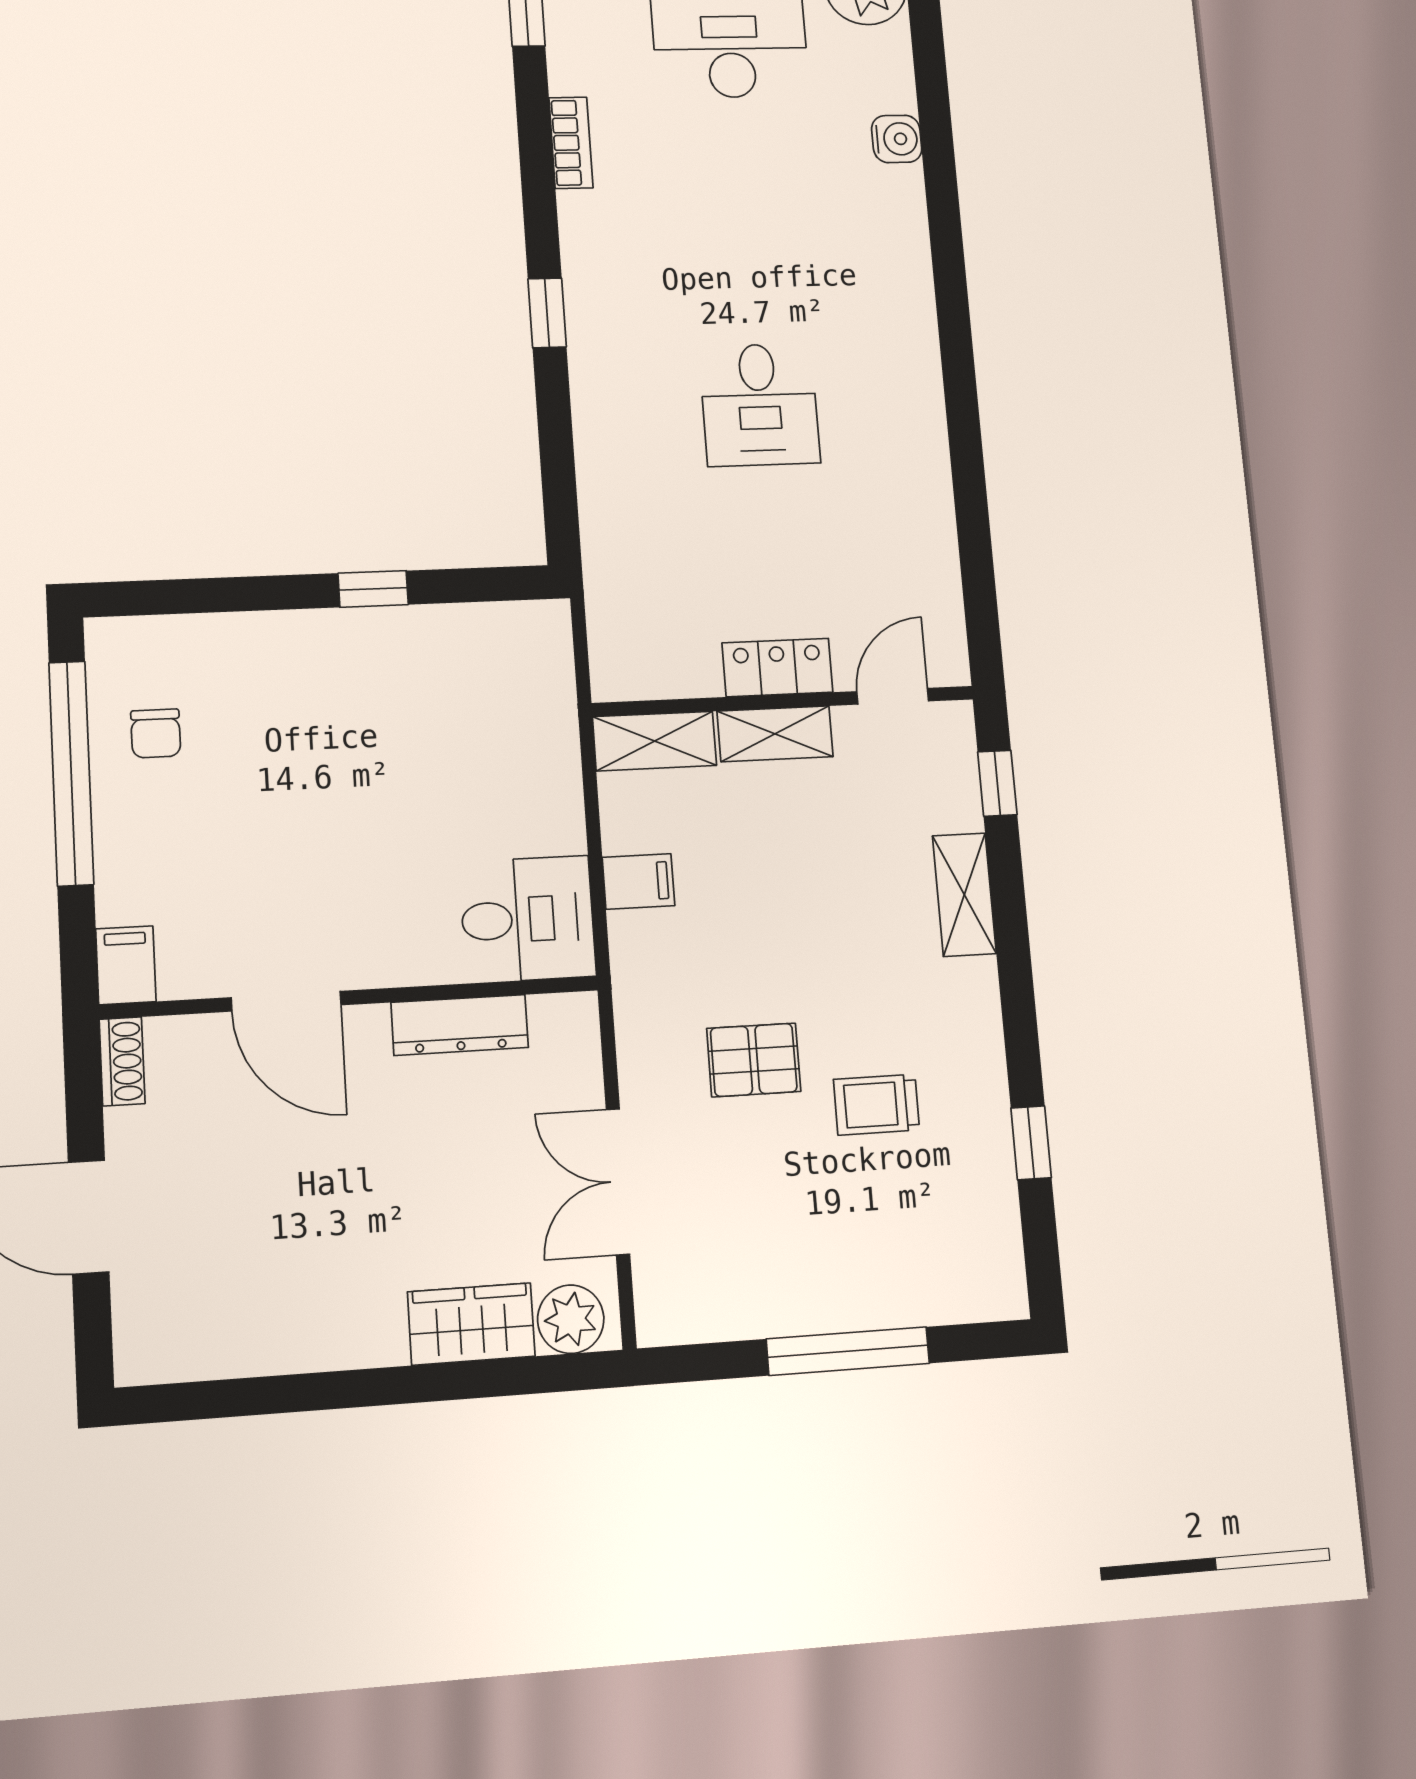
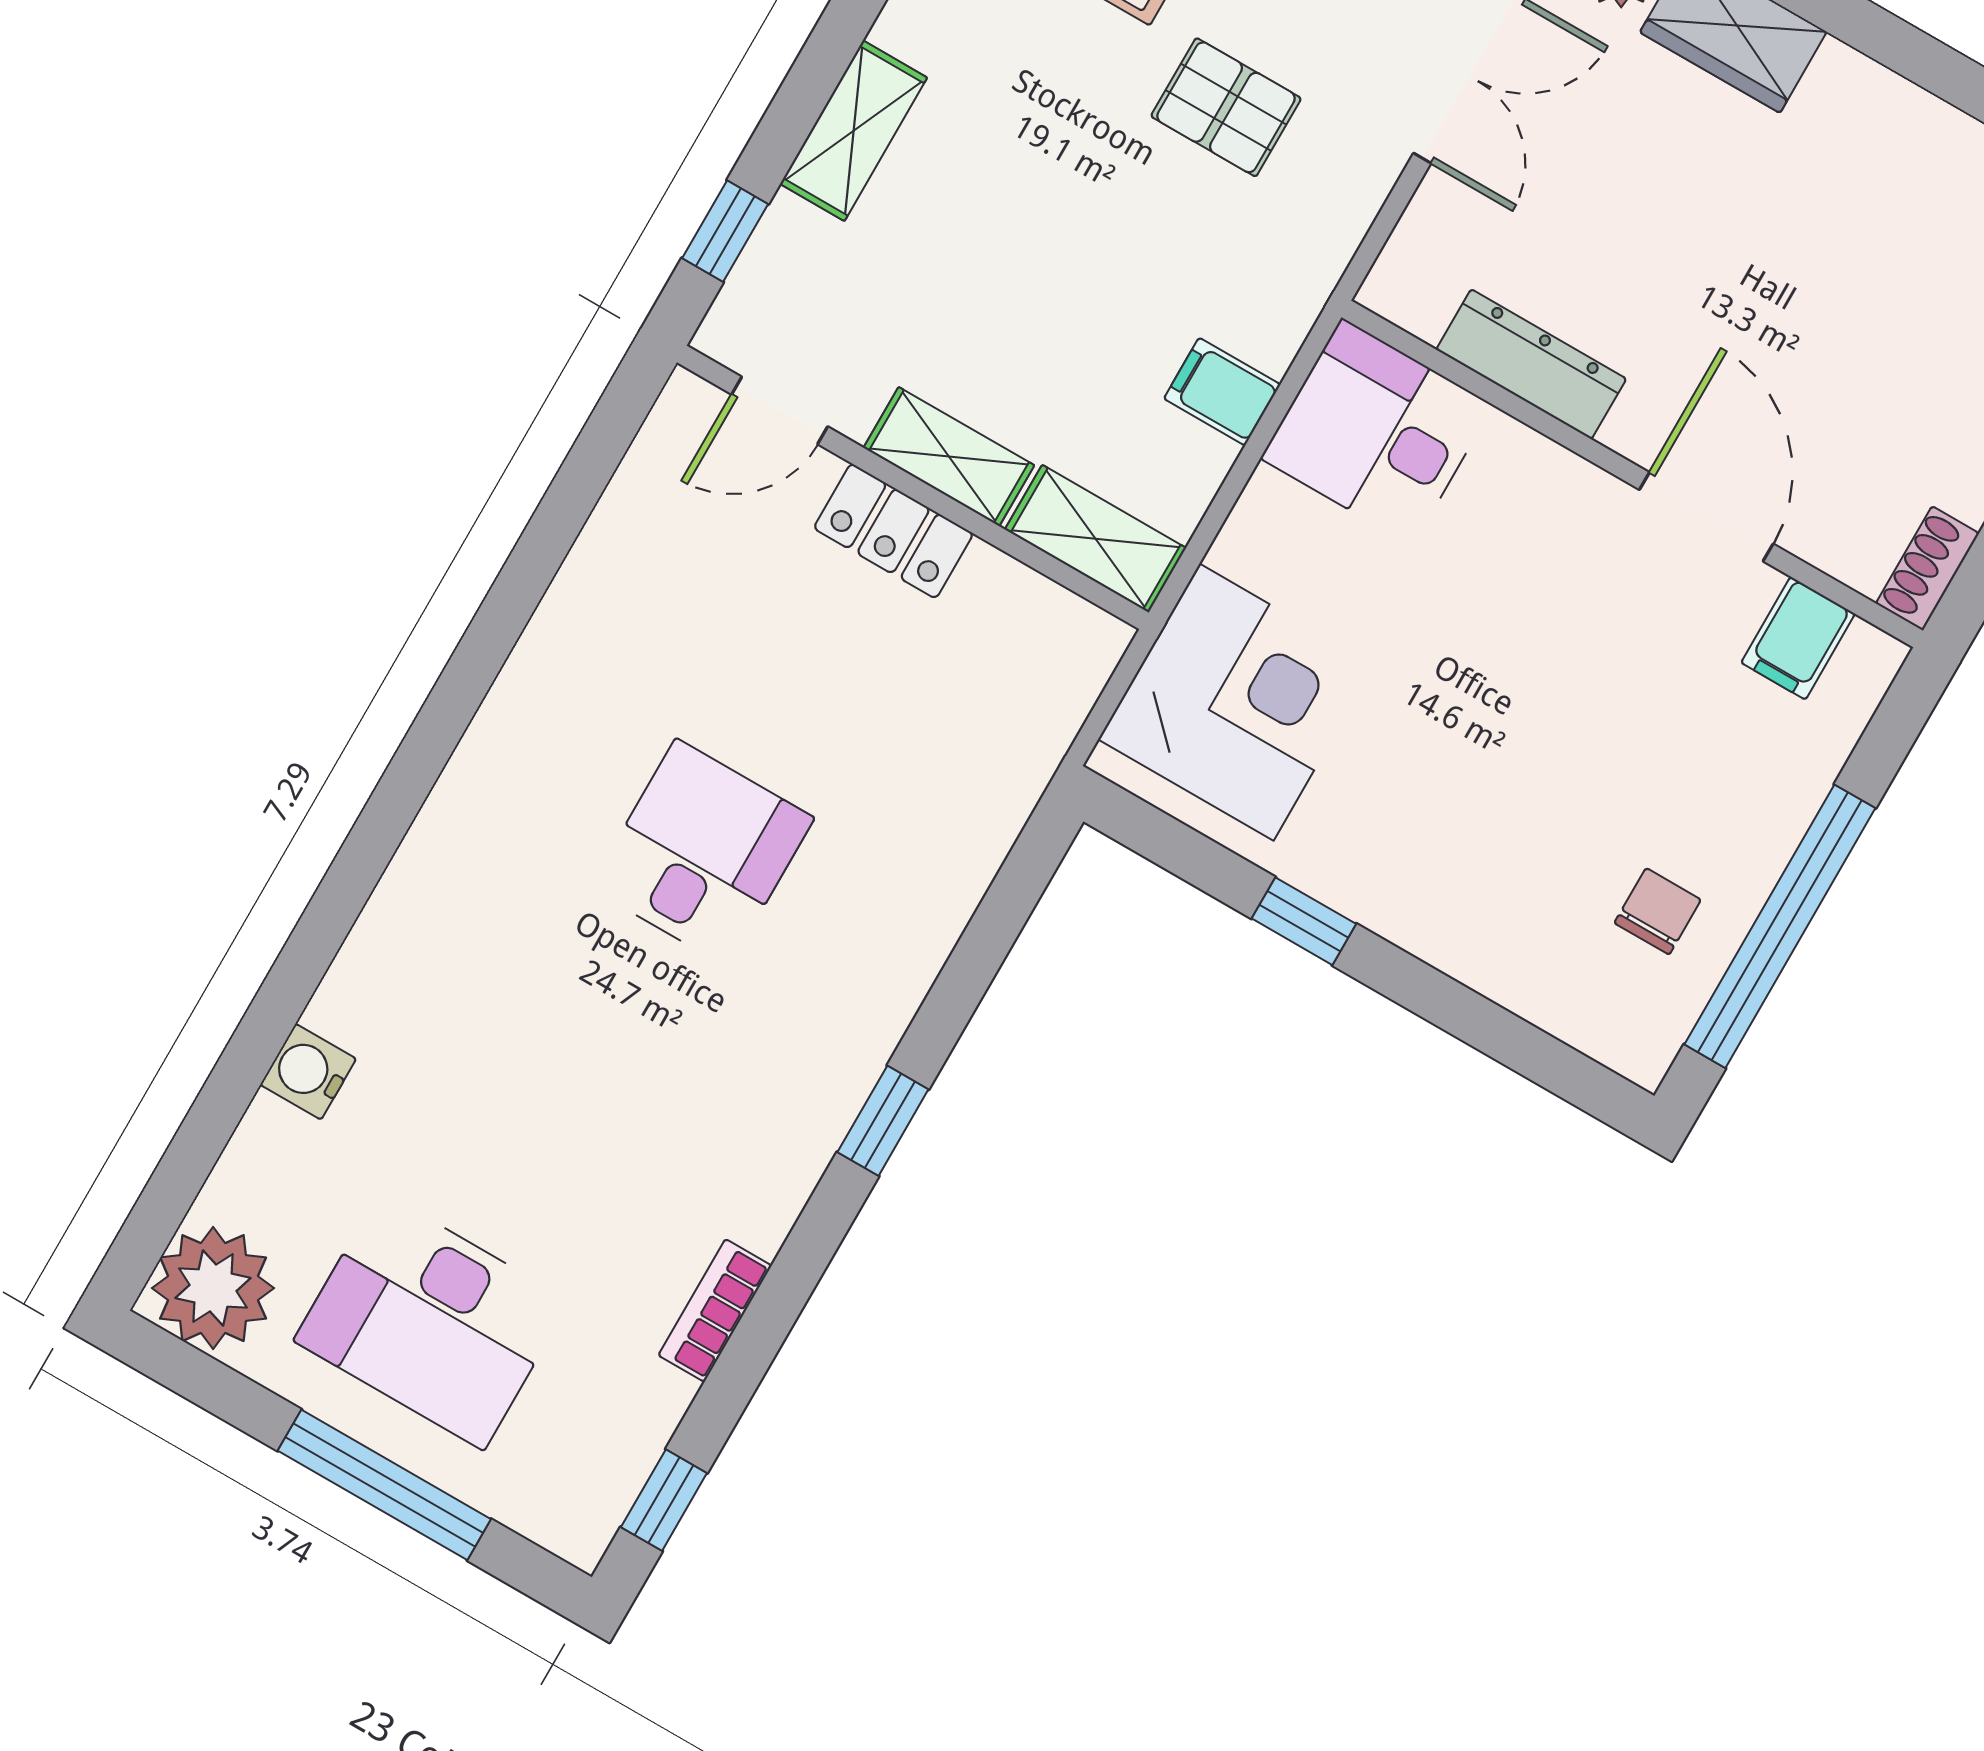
corner desk: (503, 696) -> (1236, 702), added
filing cabinet: (126, 965) -> (1798, 638), moved

